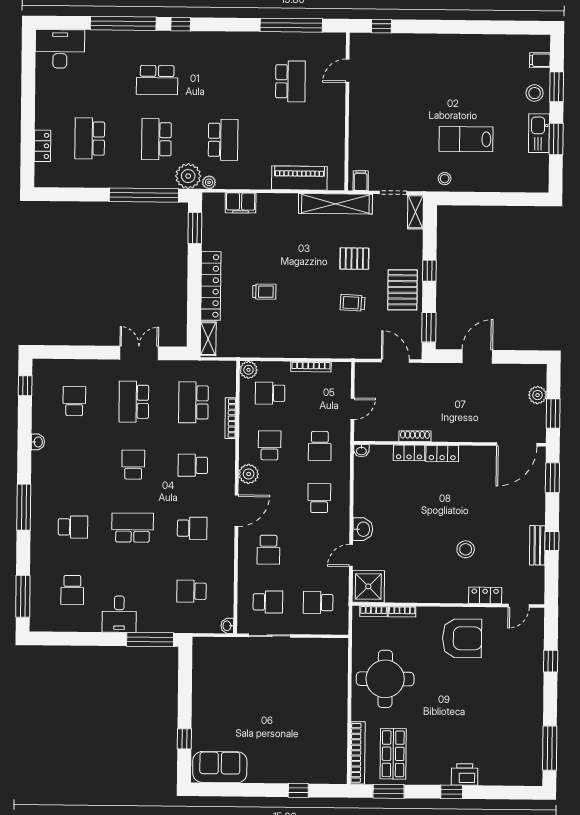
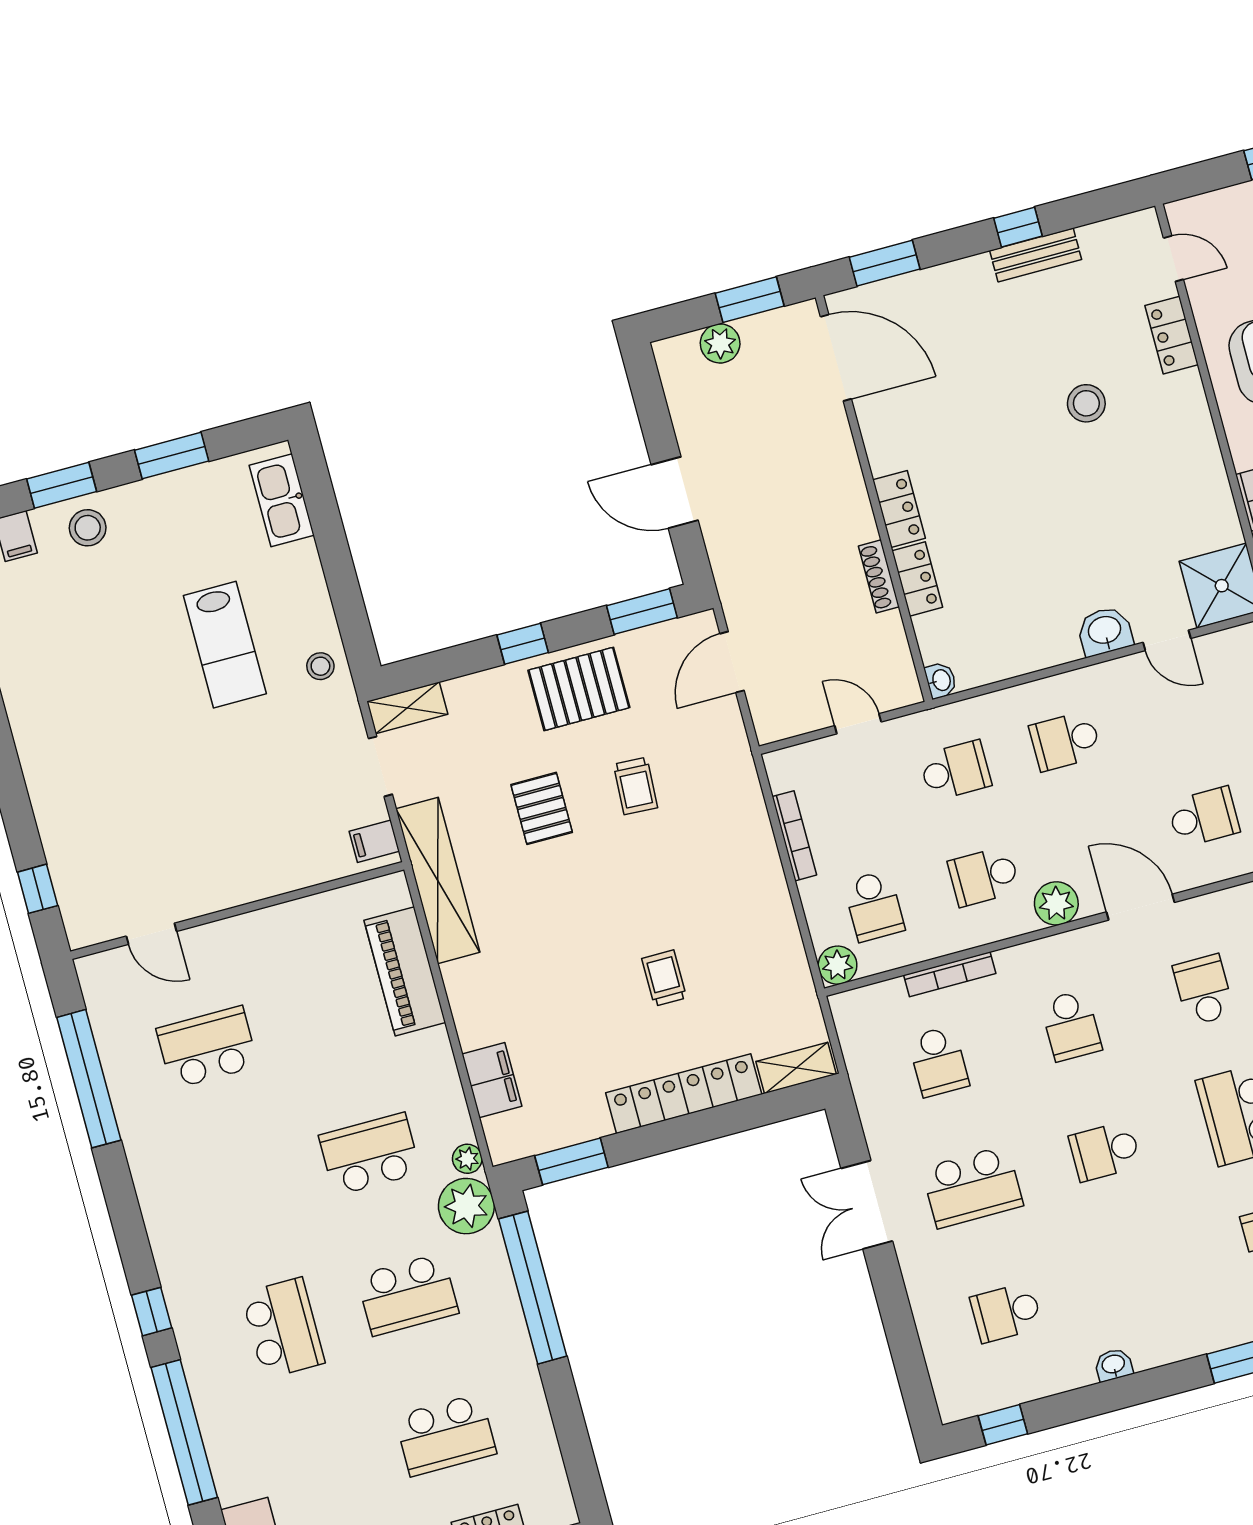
kitchen sink: (539, 133) -> (282, 500), moved, turned 90
school desk: (193, 402) -> (938, 1061), width x0.54

